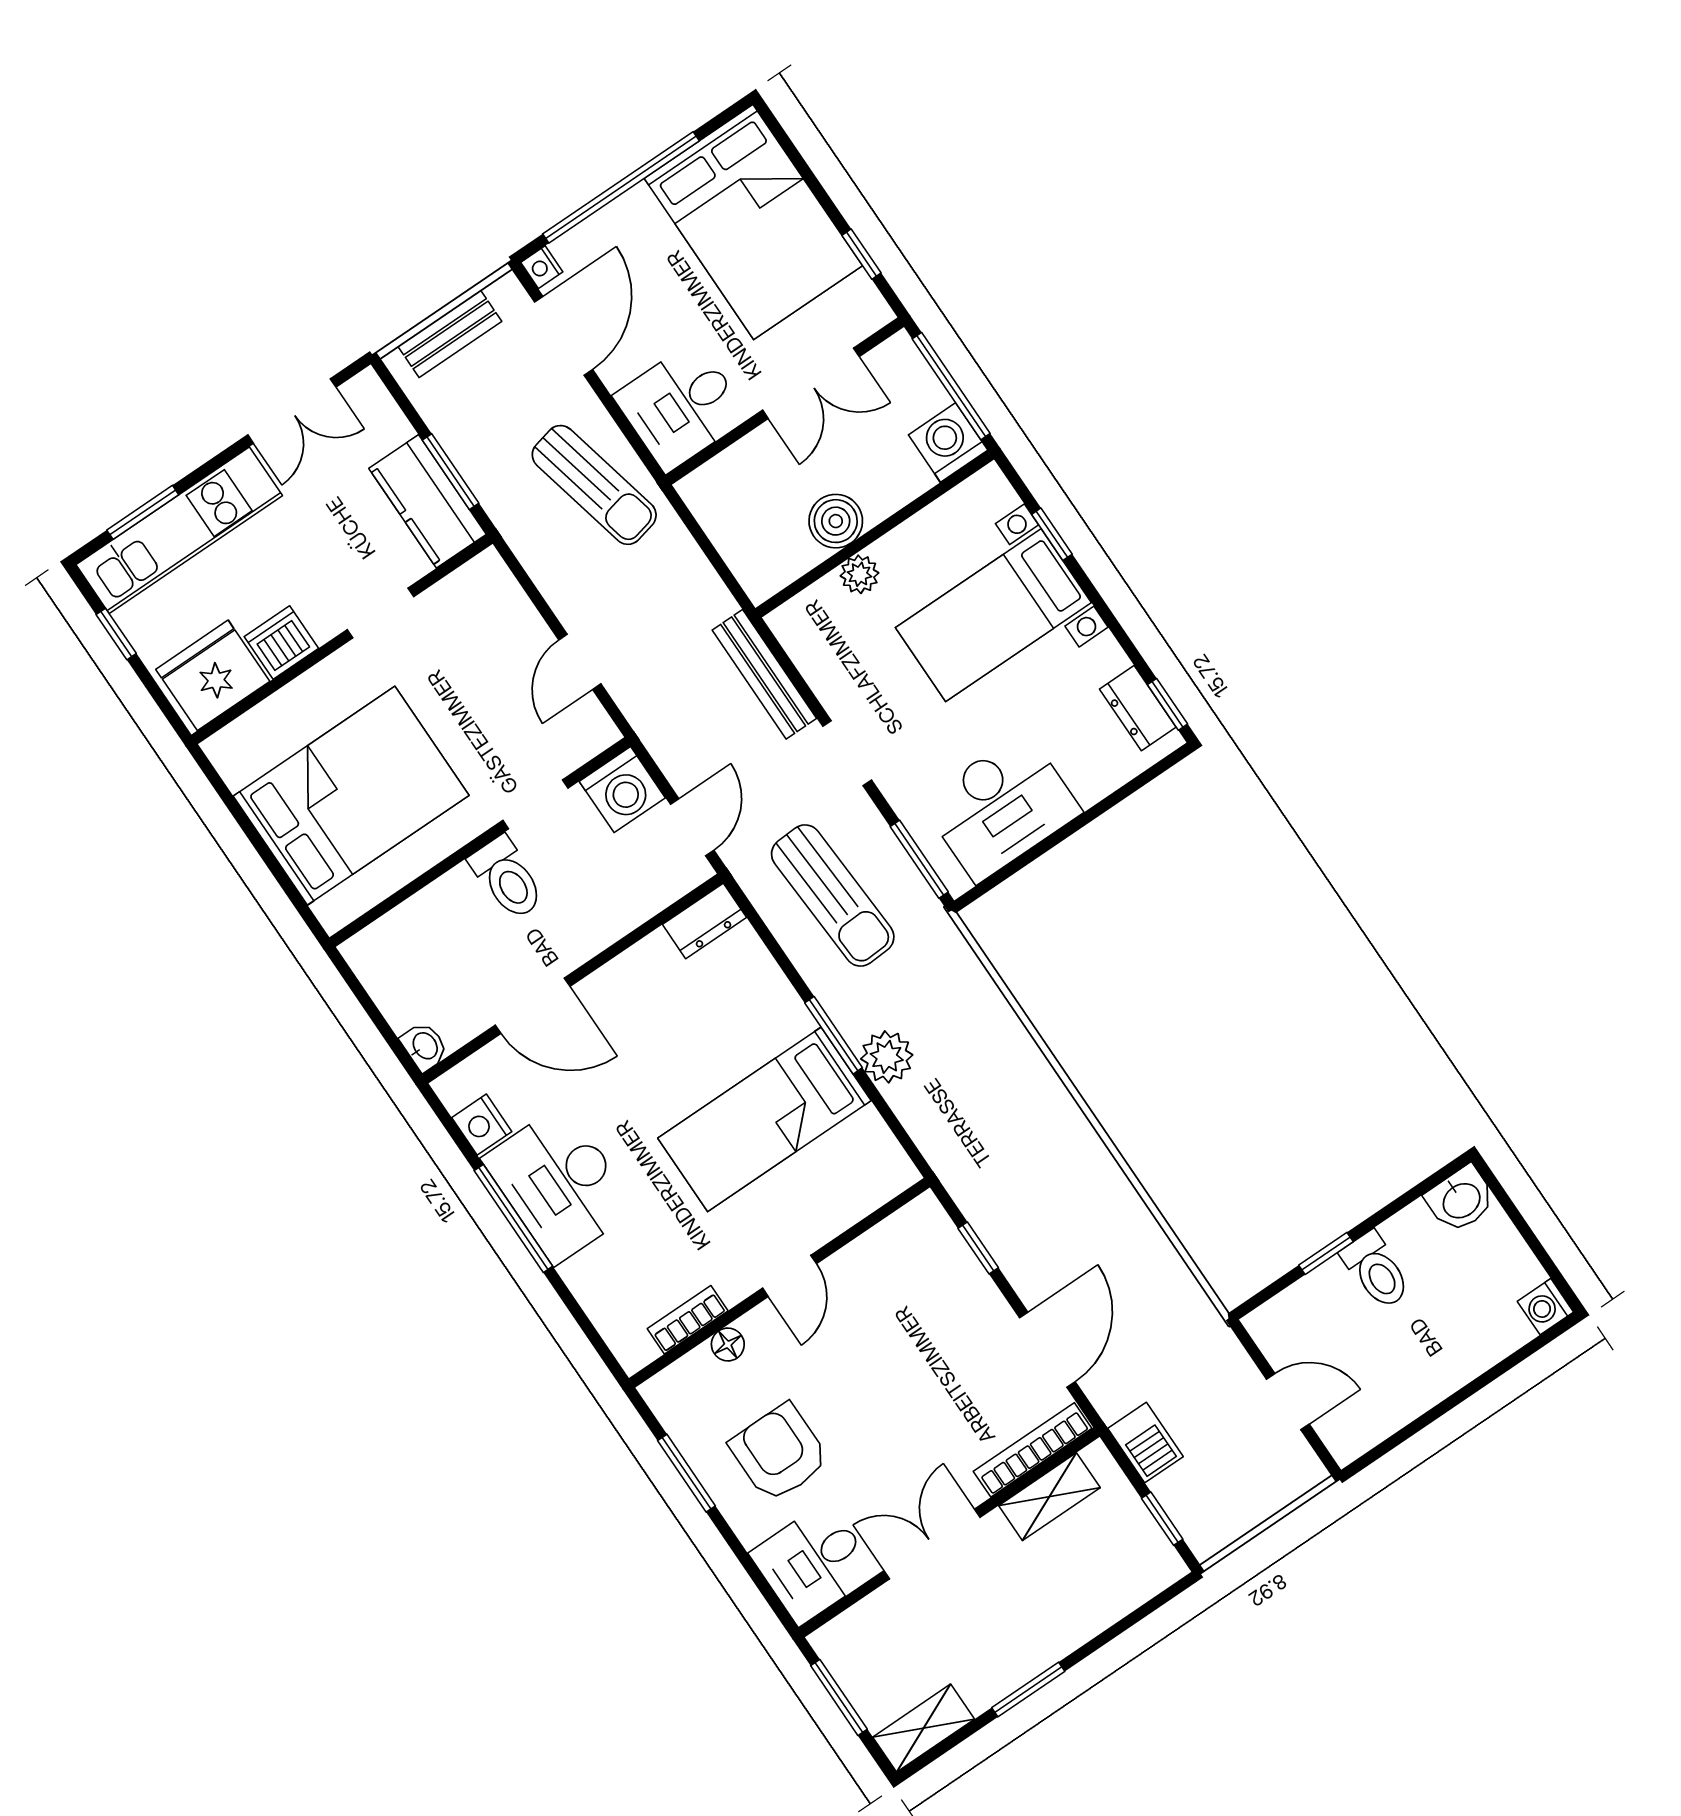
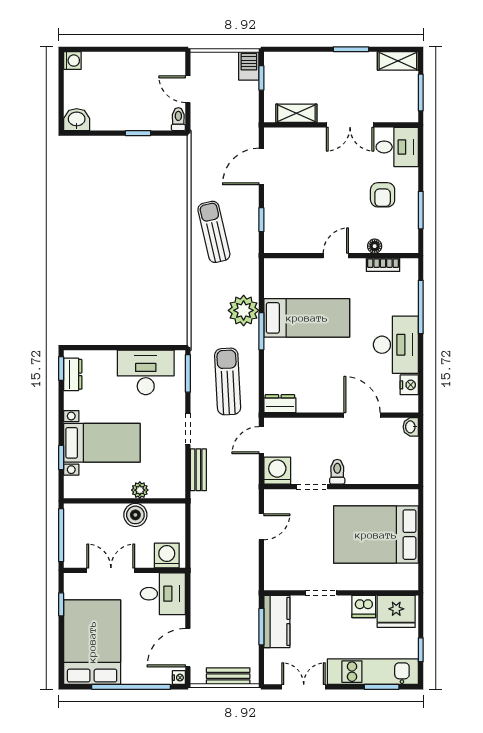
washing machine: (948, 442) -> (167, 556), moved, turned 180
sun lounger: (594, 485) -> (214, 232), moved
bench: (764, 674) -> (198, 470), width x0.73
toilet: (507, 878) -> (337, 472), width x0.73, depth x0.72
plant: (887, 1057) -> (244, 310), width x1.36, depth x1.36
window: (513, 1218) -> (421, 307), moved
toilet: (1376, 1270) -> (178, 119), moved, width x0.73, depth x0.72
barbecue: (1145, 1443) -> (249, 66), moved
bookcase: (1033, 1450) -> (291, 134), removed
armchair: (779, 1453) -> (383, 195), width x0.72, depth x0.72

